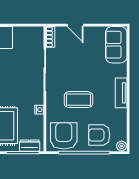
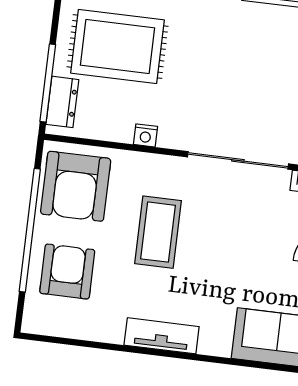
armchair: (64, 136) -> (76, 186), turned 90
plant: (122, 146) -> (35, 321), removed

